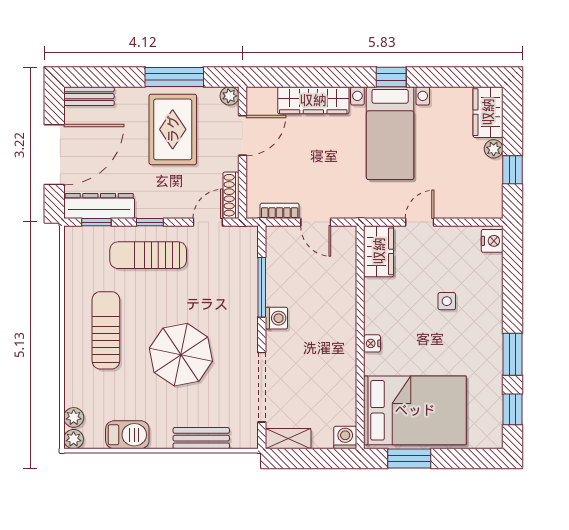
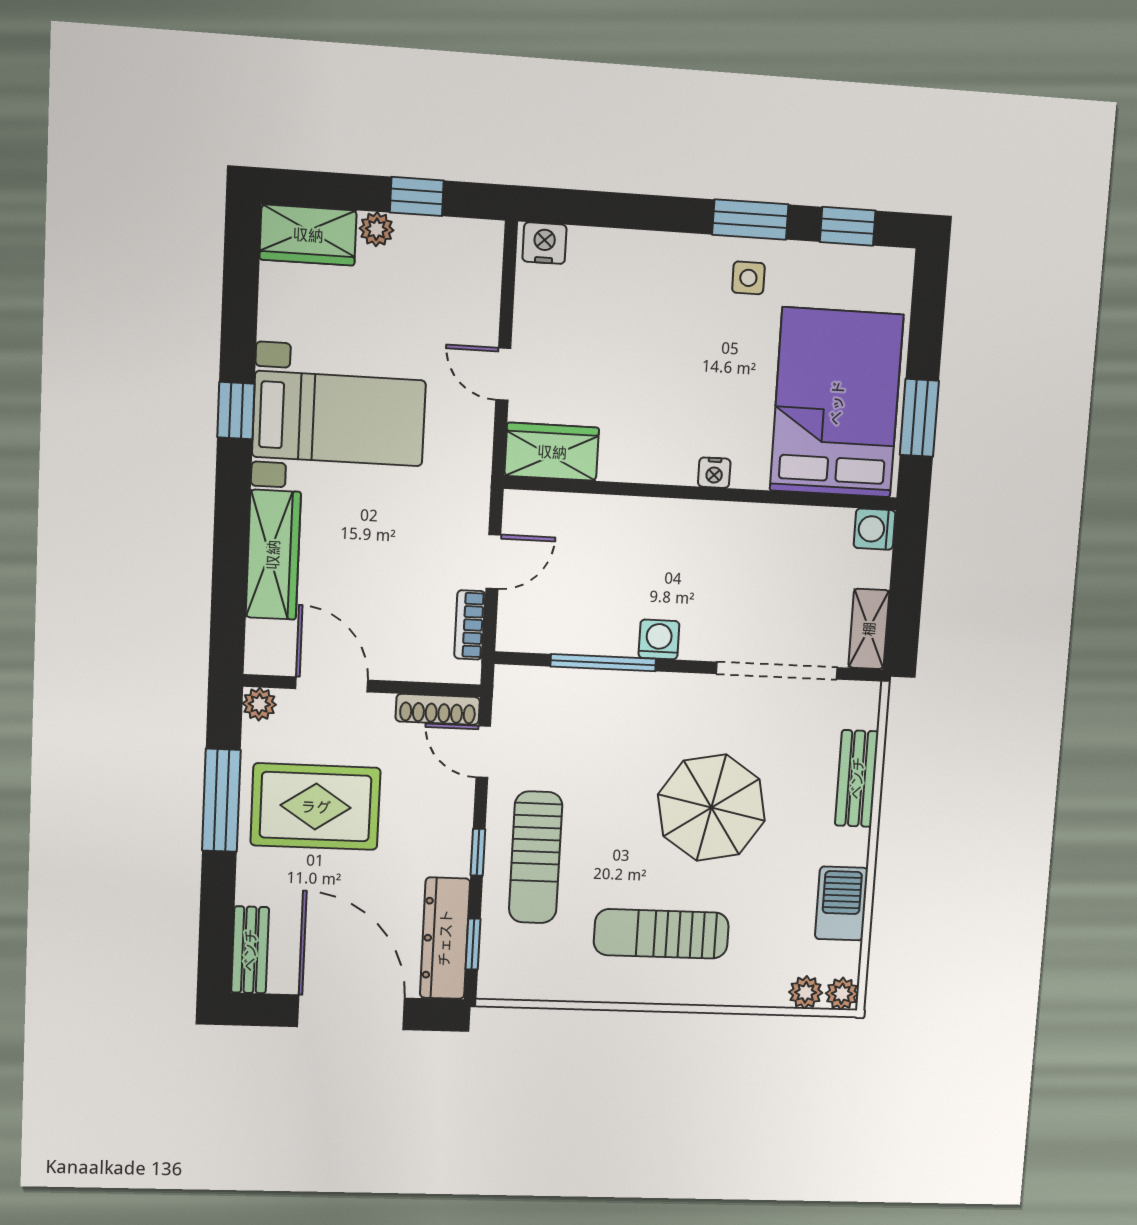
side table: (447, 301) -> (748, 278), moved

